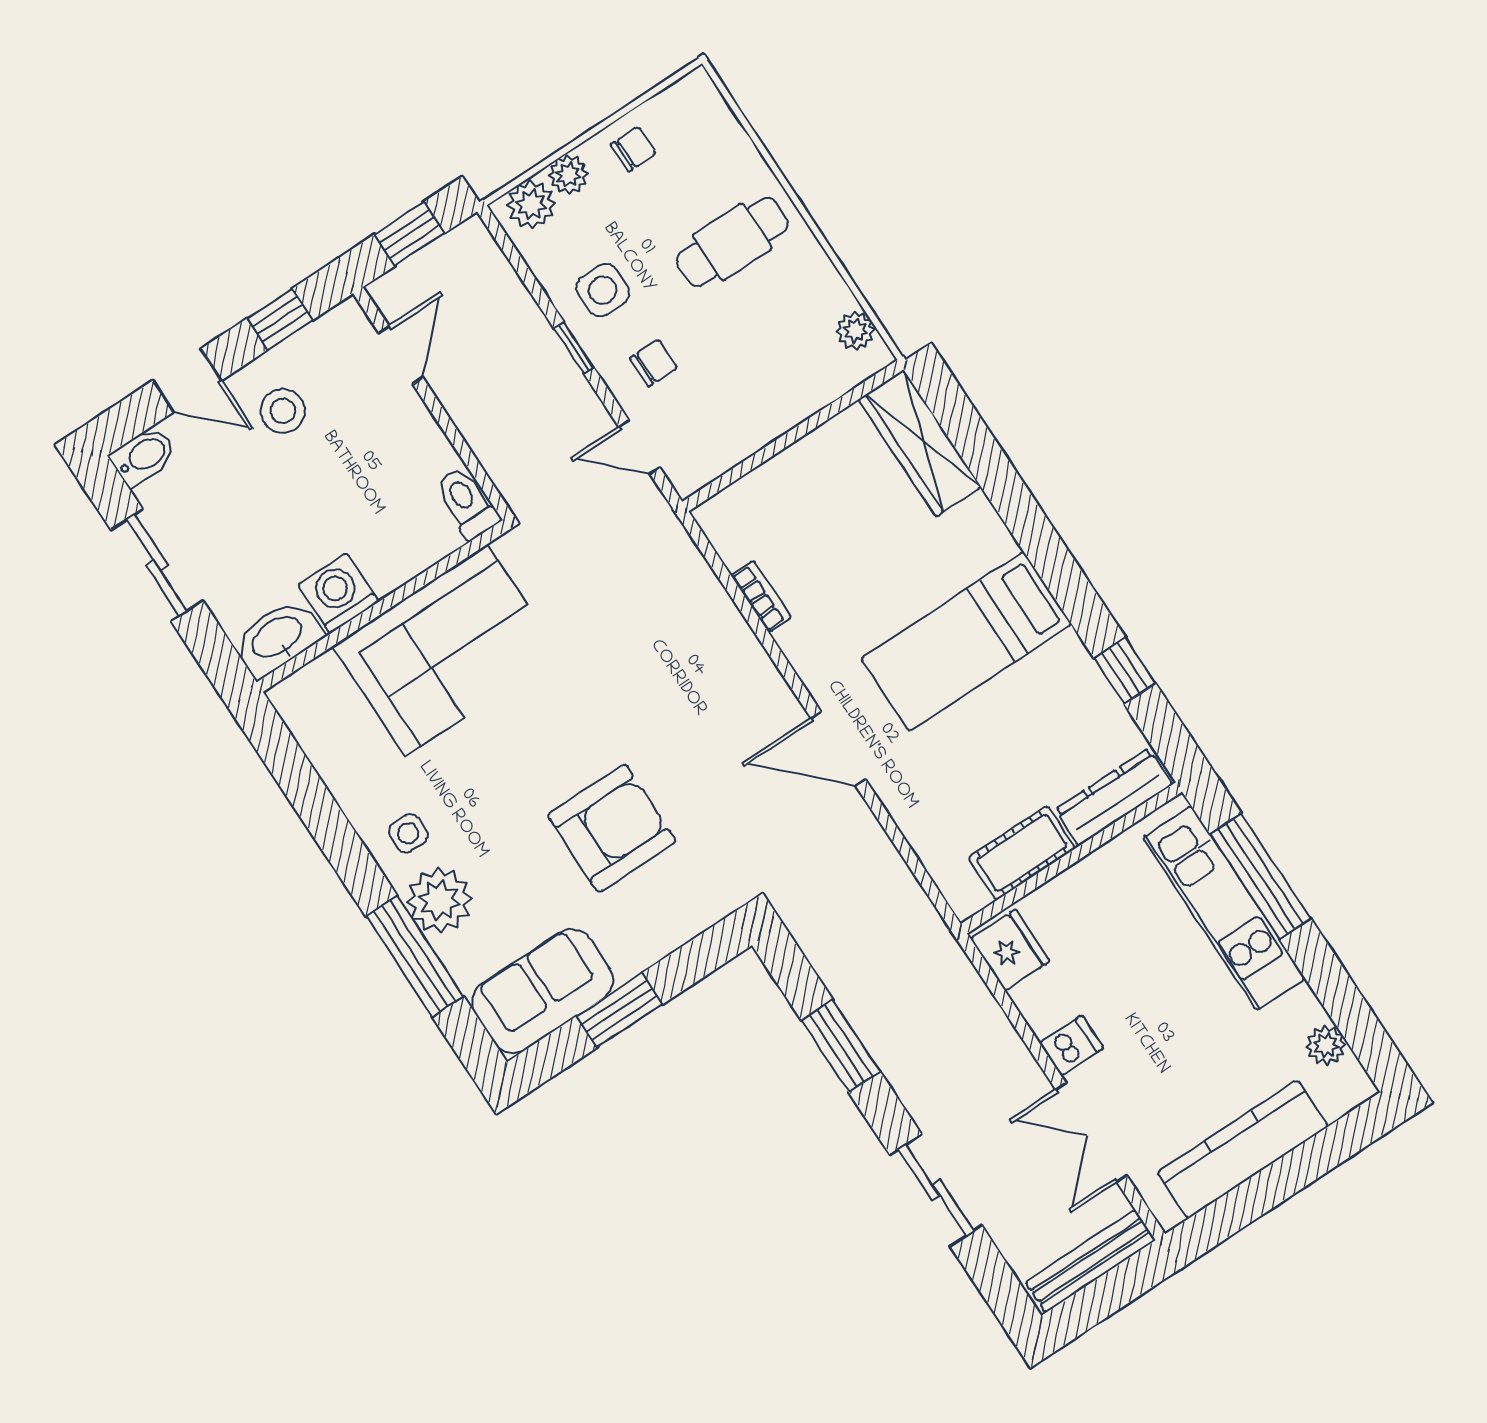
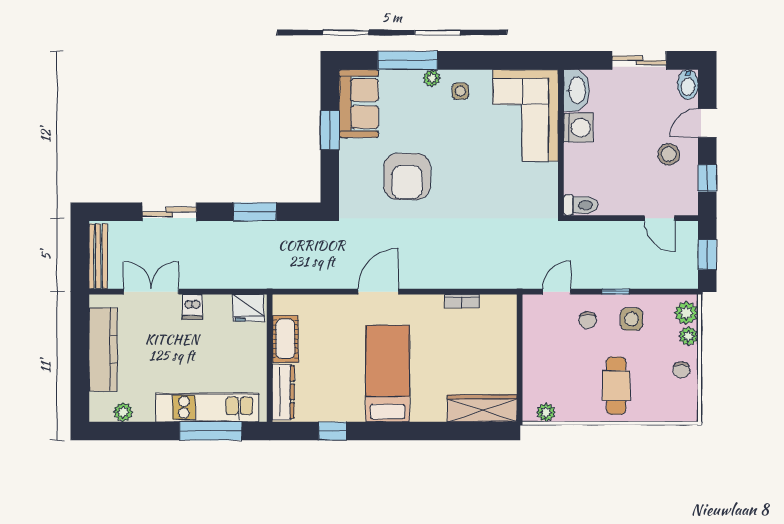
corner sofa: (446, 650) -> (526, 115), moved
plant: (439, 900) -> (432, 78), width x0.53, depth x0.53

